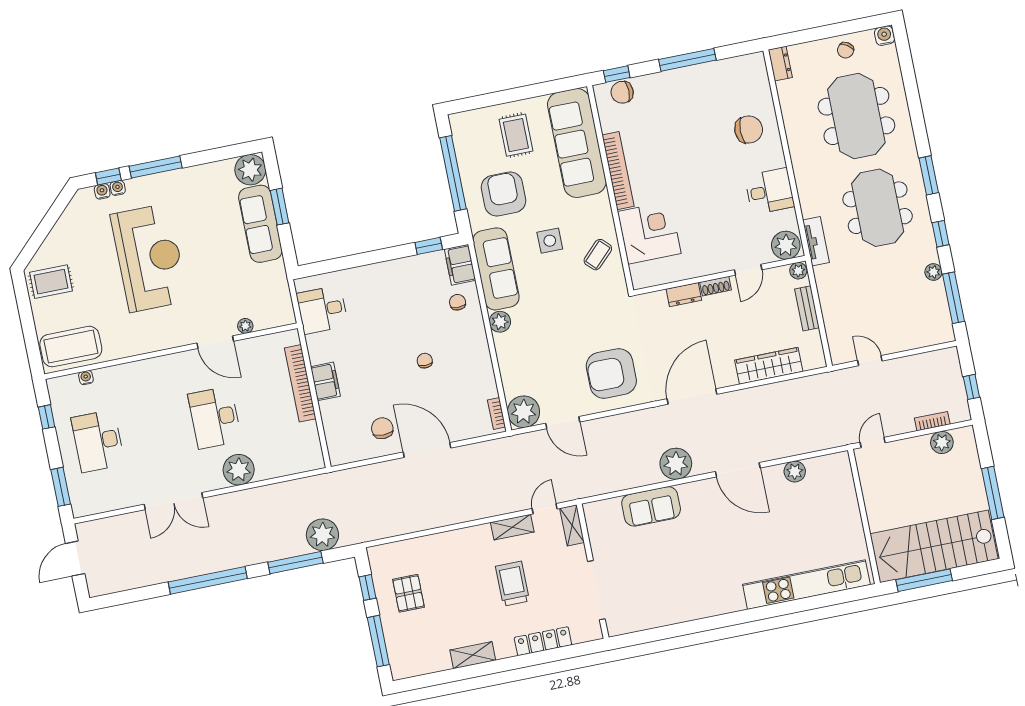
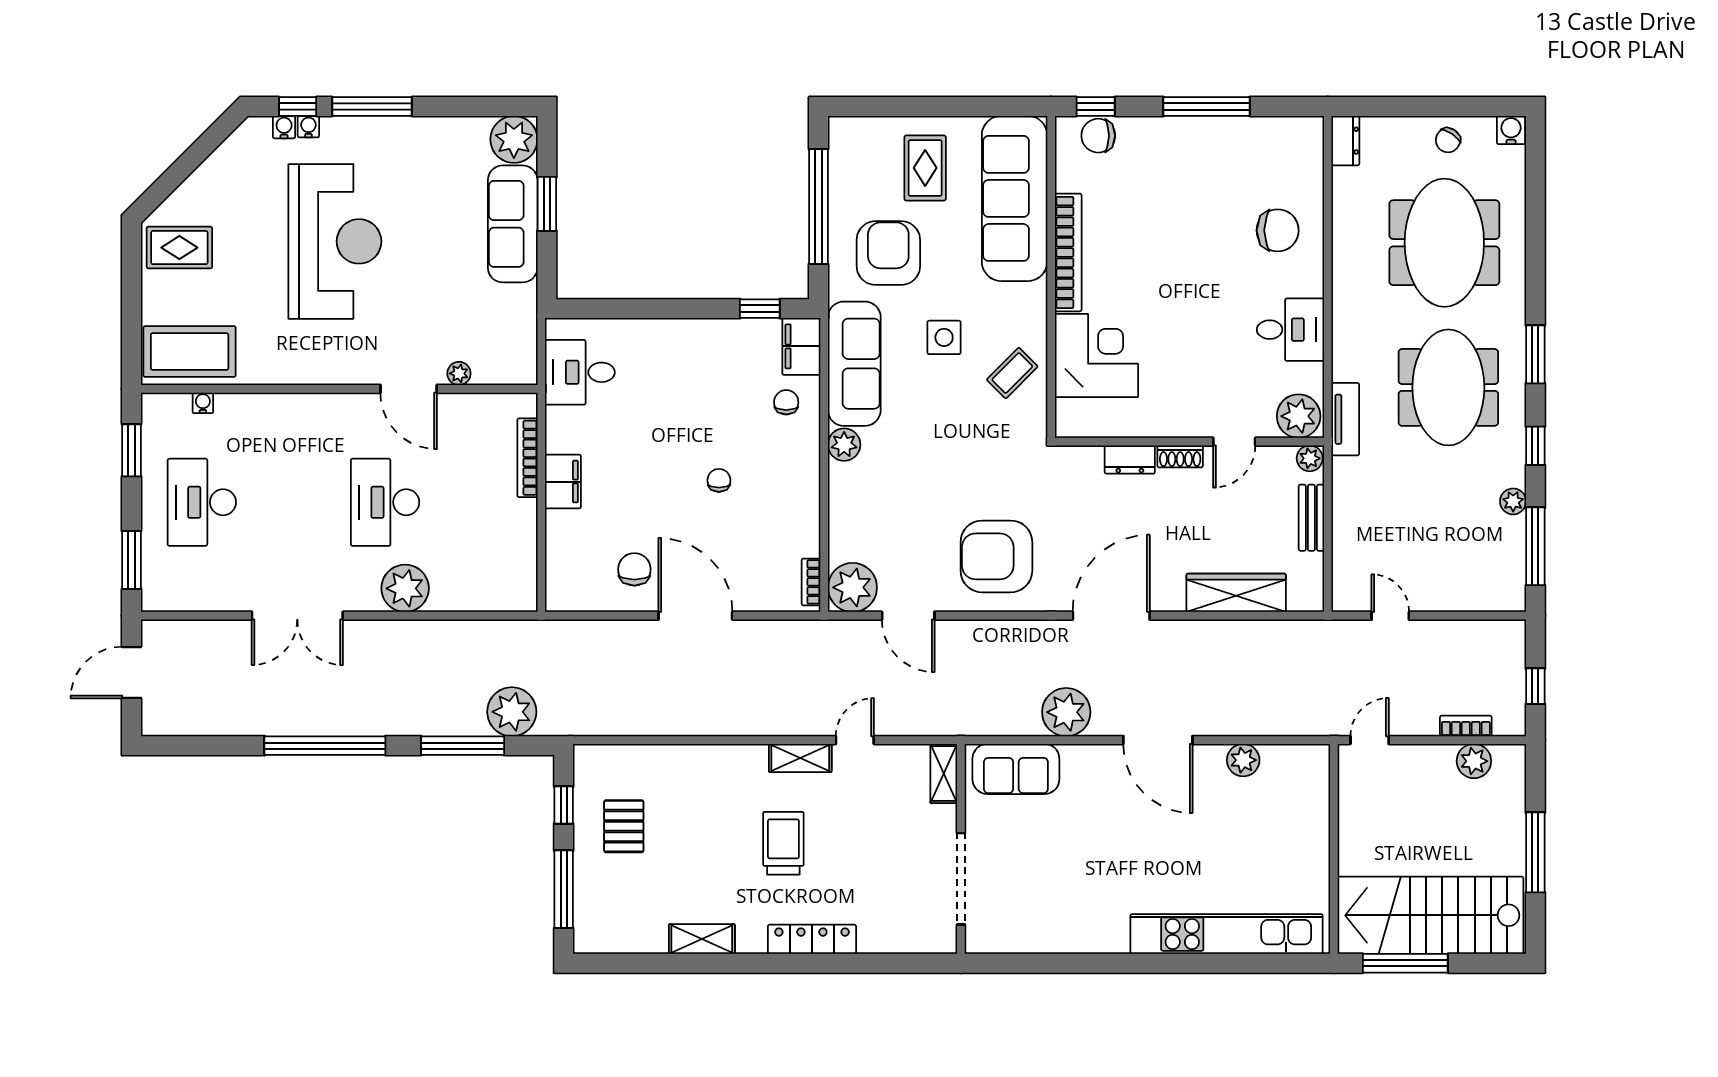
bookcase: (300, 383) -> (527, 458), width x0.68, depth x0.76
window: (47, 417) -> (132, 450), width x1.50
shelving: (572, 525) -> (944, 774), moved
wall: (593, 571) -> (961, 849), moved
doorway: (596, 590) -> (961, 879), moved

